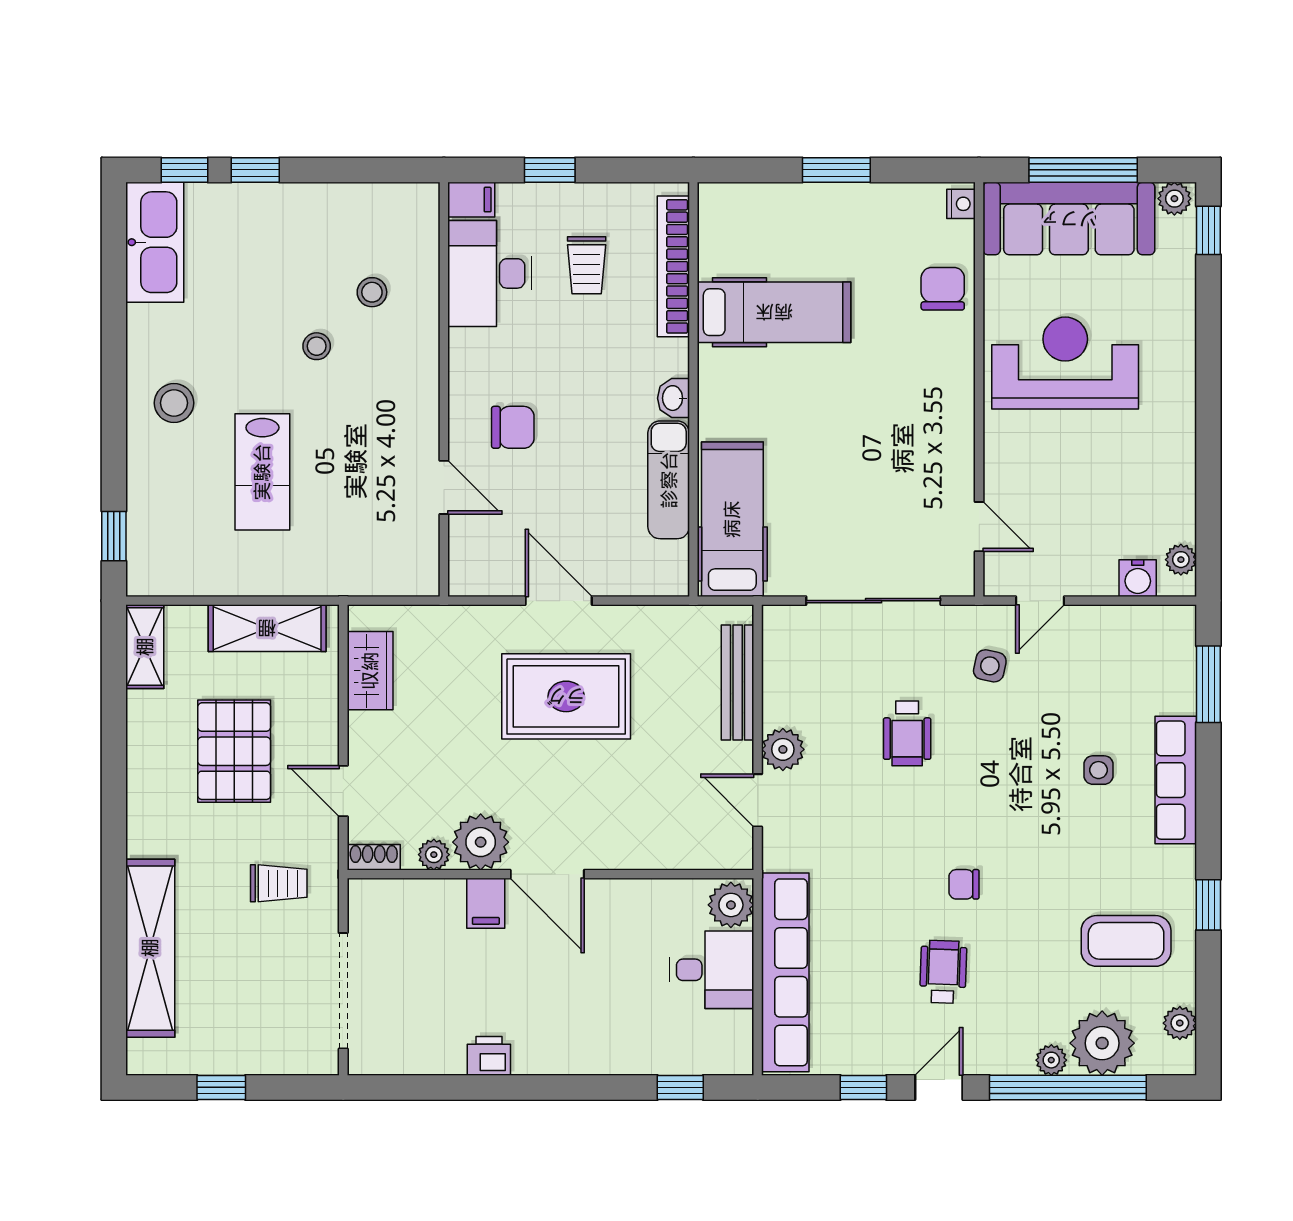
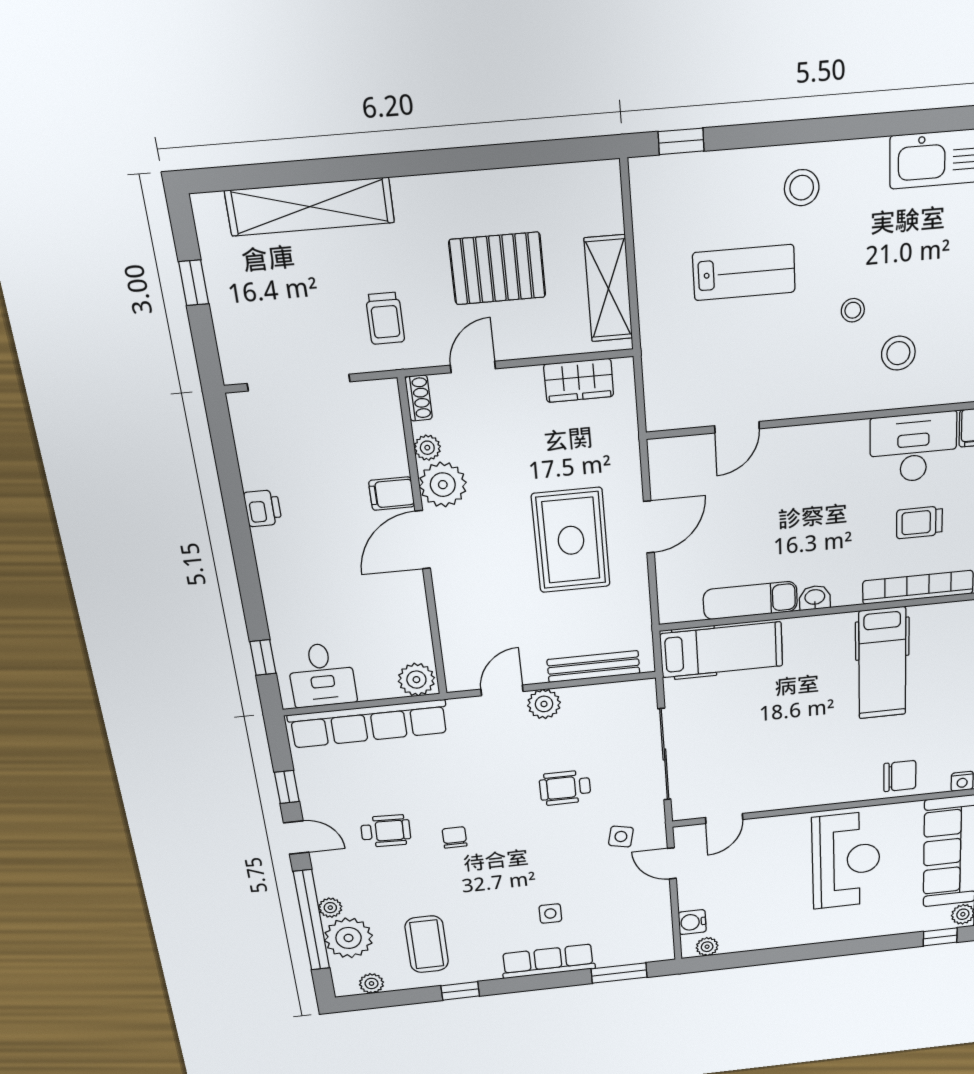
stool: (372, 292) -> (898, 353), width x1.37, depth x1.37
chair: (513, 427) -> (788, 478), removed
lab bench: (262, 472) -> (744, 272), turned 180
shelving: (145, 647) -> (583, 179), removed
desk: (712, 970) -> (322, 675), moved

